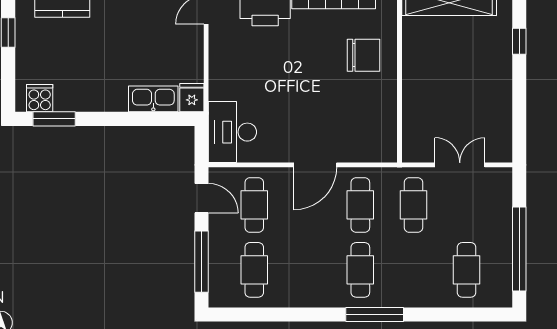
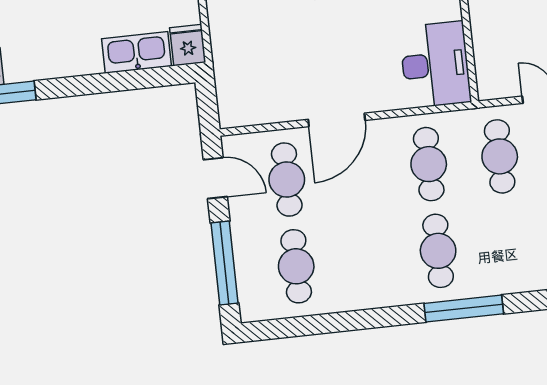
desk: (232, 132) -> (435, 65), moved, turned 180
door: (315, 165) -> (337, 120), moved

